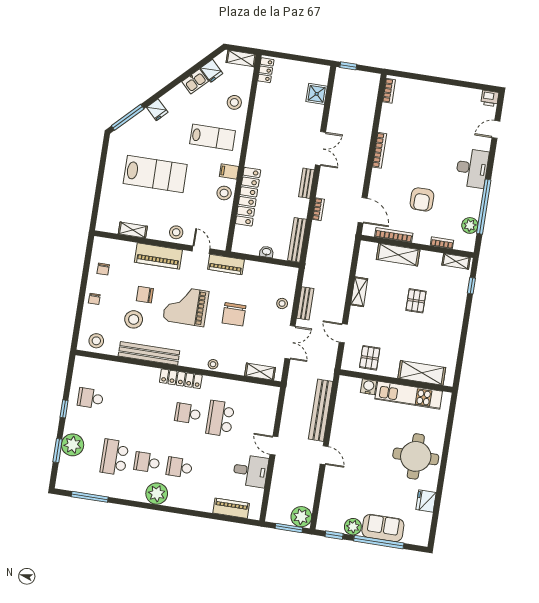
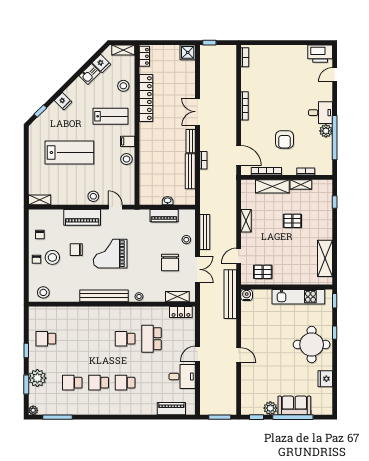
shower: (317, 94) -> (188, 52), moved
printer: (490, 98) -> (320, 54), width x1.87, depth x1.48
window: (128, 117) -> (40, 111), width x0.46
double door: (320, 148) -> (198, 112), swing flipped
desk: (472, 168) -> (320, 113), width x0.73
locker: (248, 197) -> (146, 98), moved
plant: (470, 225) -> (326, 131), moved
shelving: (133, 230) -> (40, 200), moved
bench: (297, 240) -> (190, 171), moved
shelving: (456, 261) -> (301, 185), moved
piano: (226, 264) -> (164, 216), moved
pallet: (416, 301) -> (292, 221), turned 90
bench: (305, 303) -> (205, 232), width x1.36
chair: (234, 314) -> (170, 263), moved
stool: (134, 319) -> (52, 257), moved
door: (343, 333) -> (239, 256), hinge flipped
bench: (149, 353) -> (104, 296), moved
pallet: (370, 358) -> (263, 272), turned 90
shelving: (422, 373) -> (325, 258), moved, turned 90
locker: (181, 379) -> (181, 312), moved, width x0.66
water cooler: (369, 387) -> (247, 295), moved
window: (452, 407) -> (335, 301), added
bench: (321, 410) -> (230, 294), moved
door: (274, 446) -> (198, 354), hinge flipped
window: (446, 446) -> (335, 333), added
school desk: (114, 457) -> (72, 383), width x0.54
plant: (157, 494) -> (33, 410), moved, width x0.53, depth x0.53
plant: (301, 517) -> (228, 407), removed

